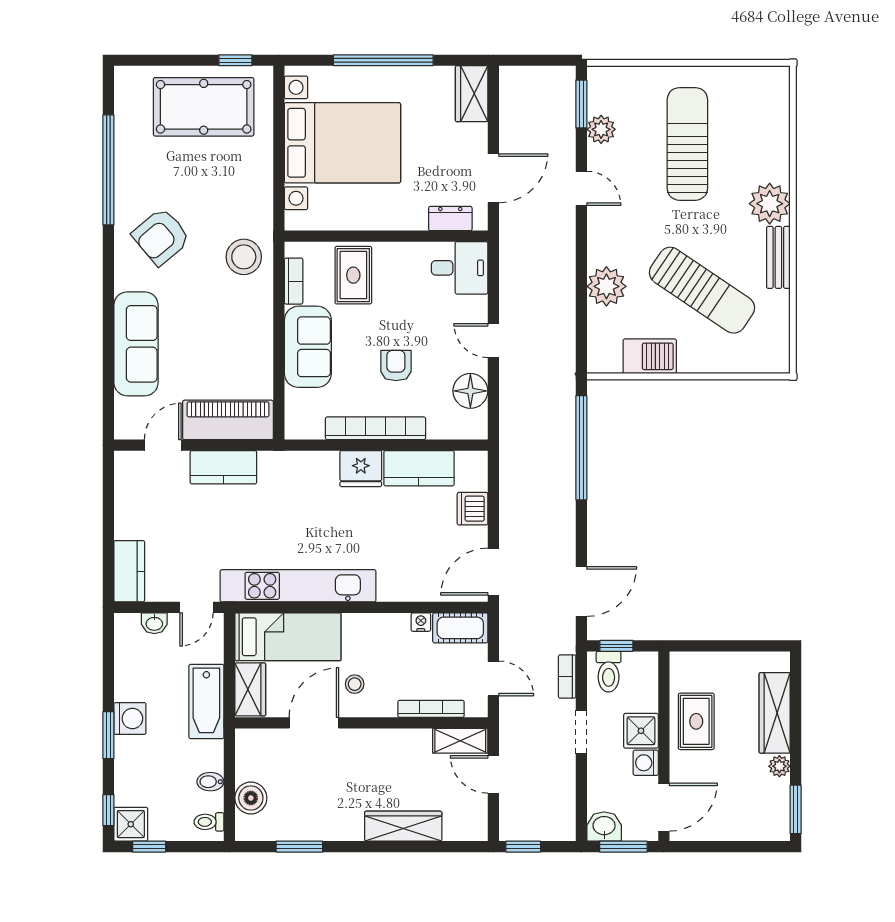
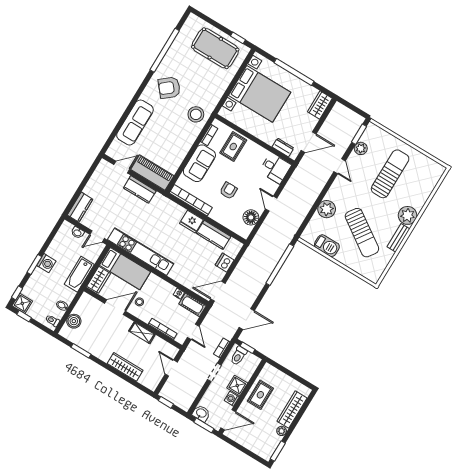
bookcase: (376, 428) -> (191, 200), moved
shelving: (460, 741) -> (142, 333), moved

